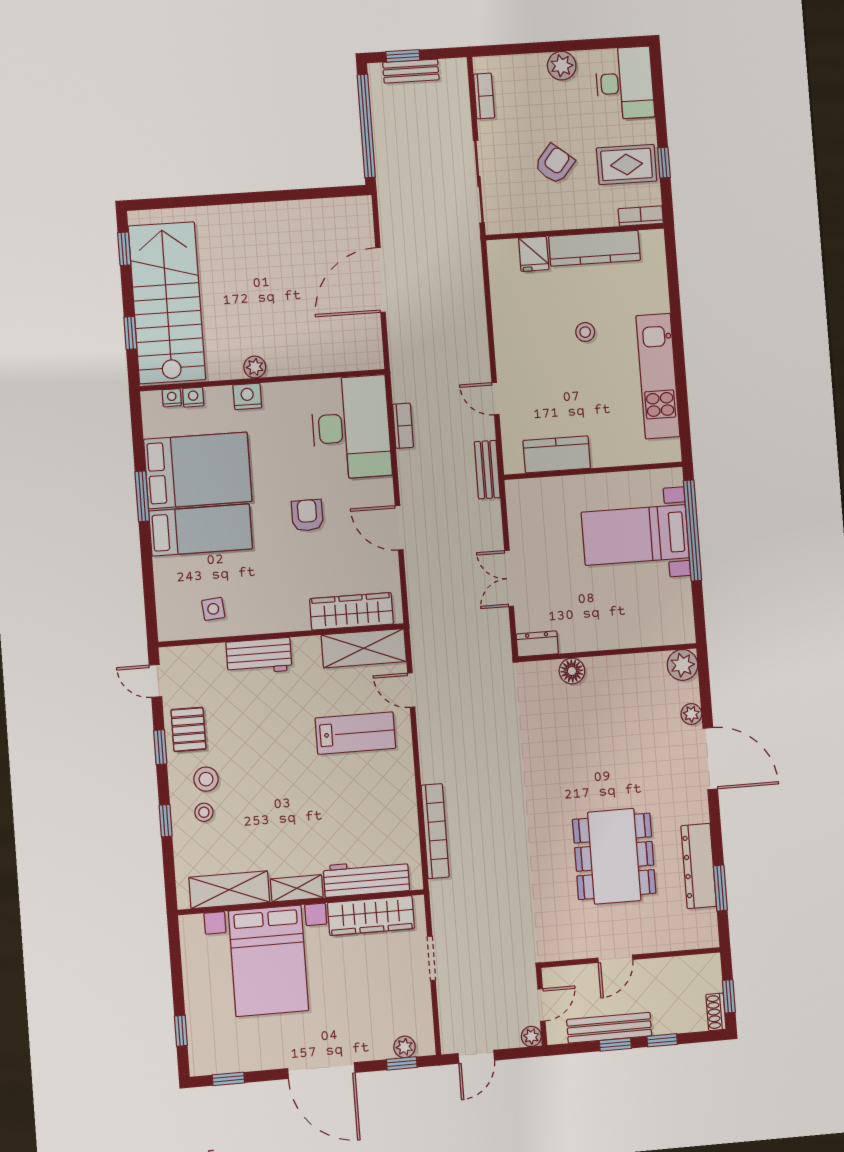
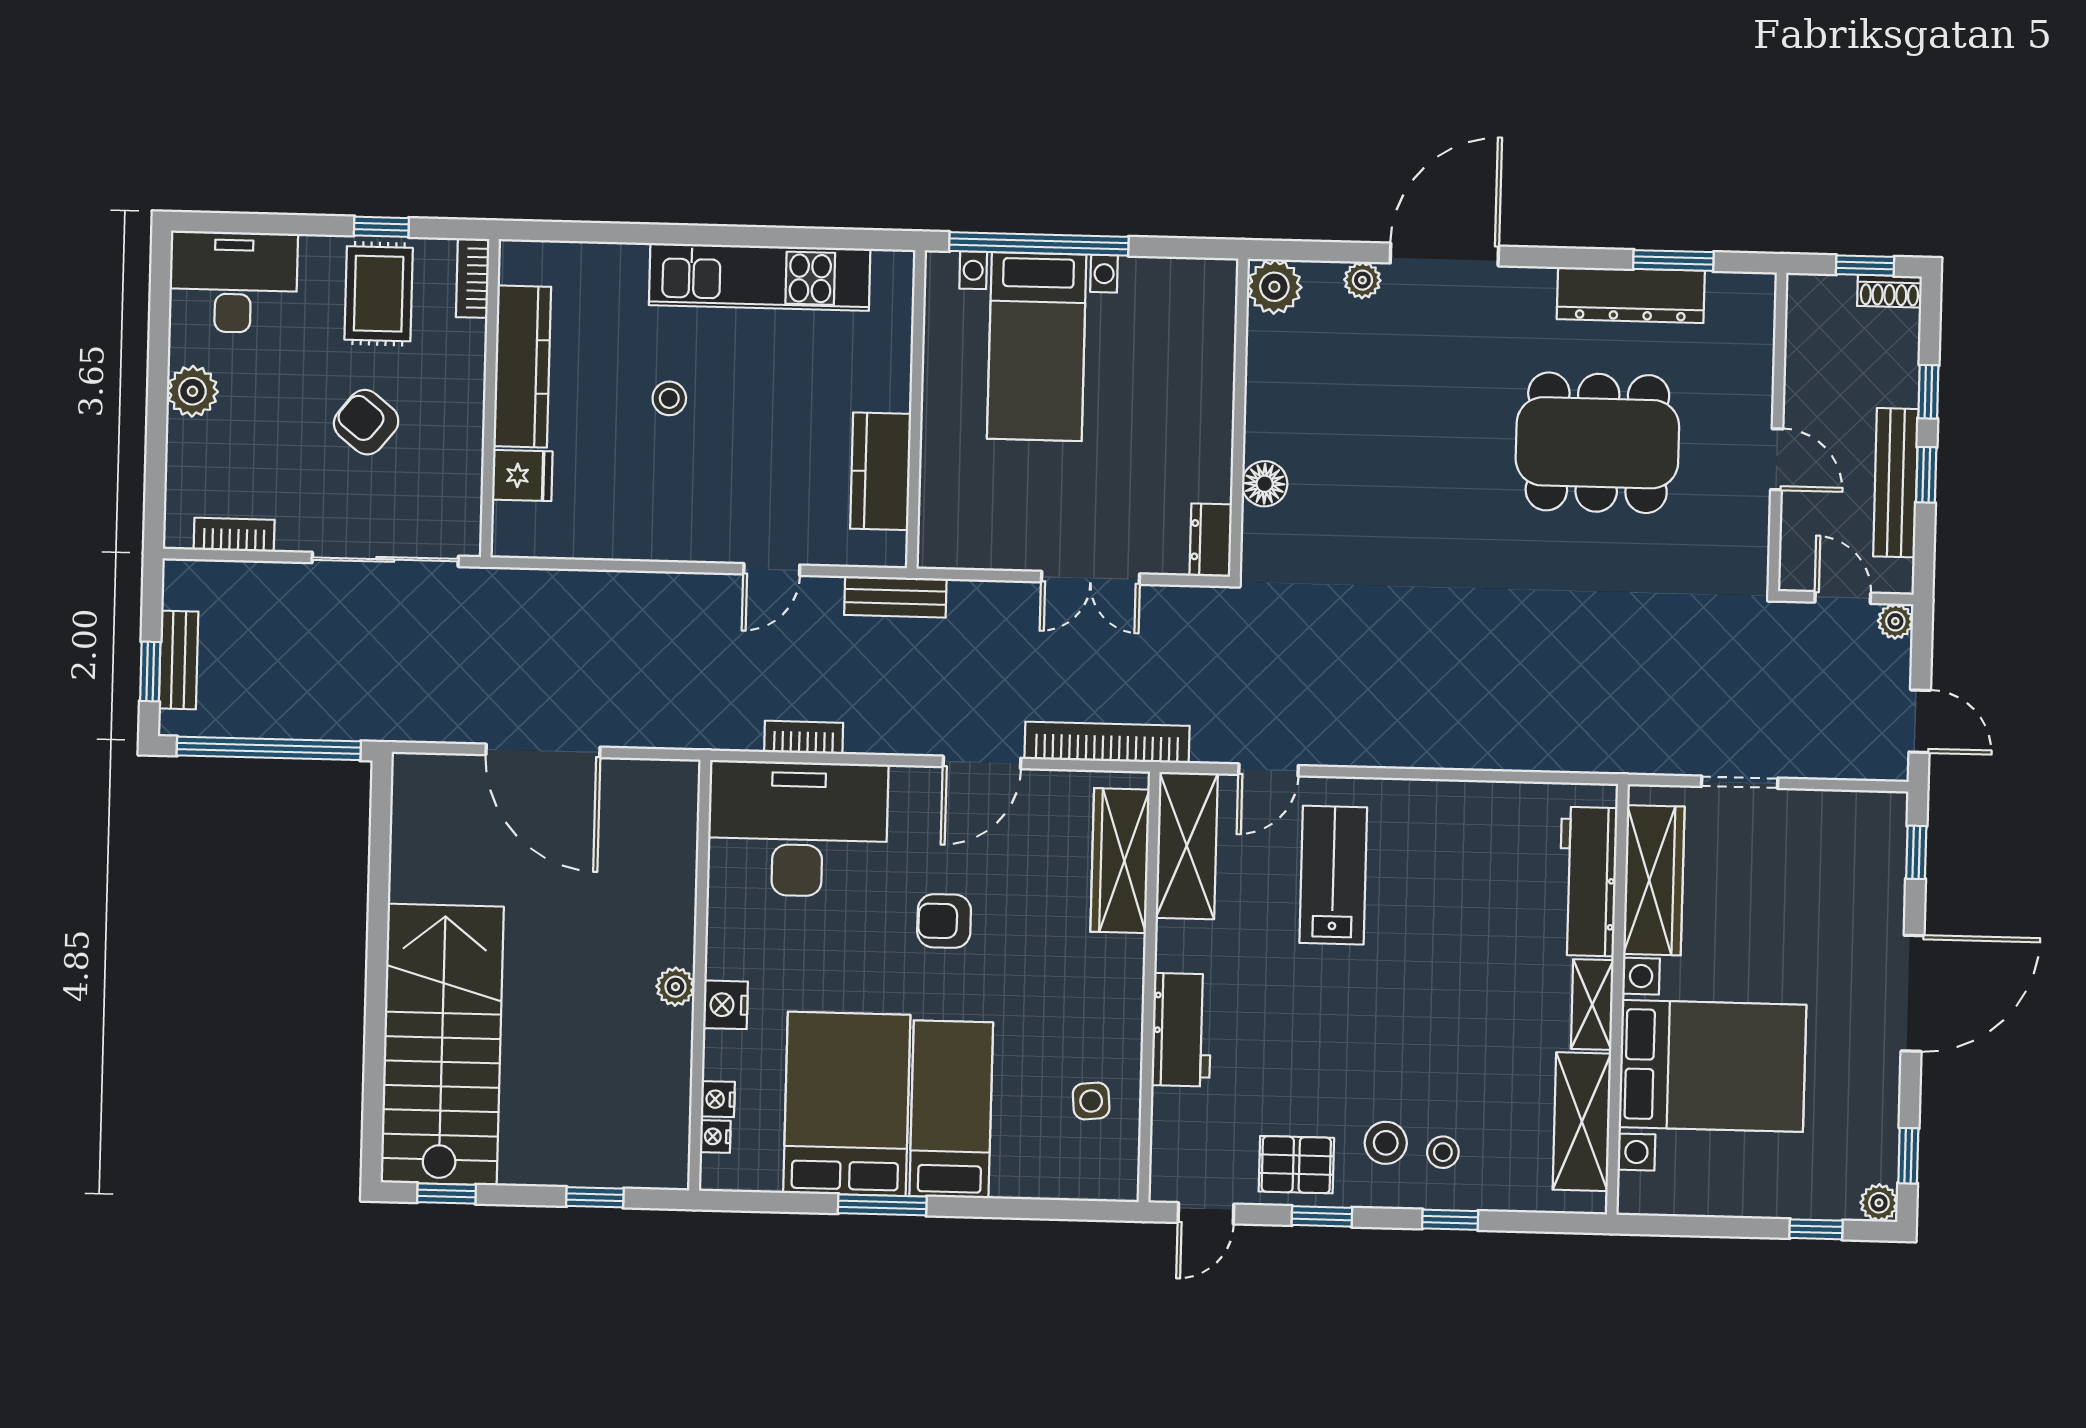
stairs: (167, 303) -> (442, 1044), moved, turned 90
bookcase: (435, 831) -> (1107, 742), moved
plant: (405, 1047) -> (1879, 1203), moved

